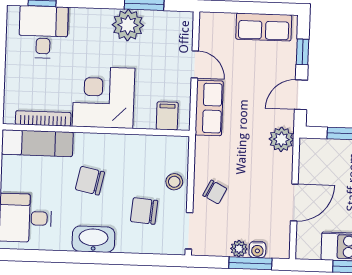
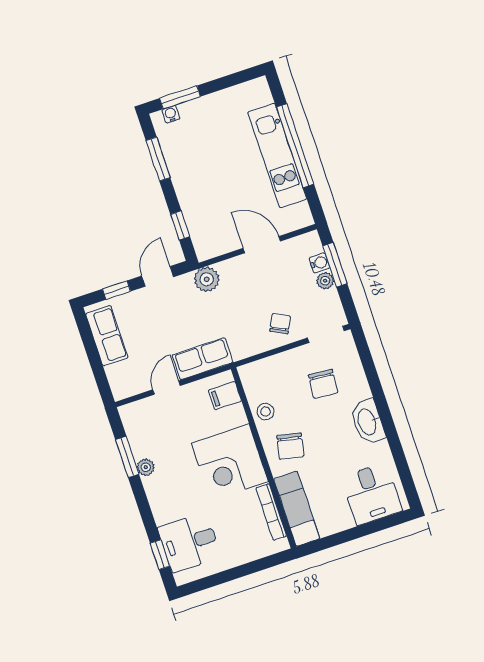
plant: (128, 25) -> (146, 467), width x0.53, depth x0.53
door: (301, 95) -> (158, 276), swing flipped
chair: (90, 181) -> (290, 446), moved
stool: (174, 182) -> (265, 412), moved

